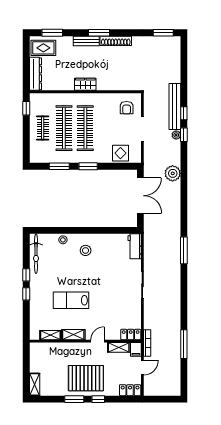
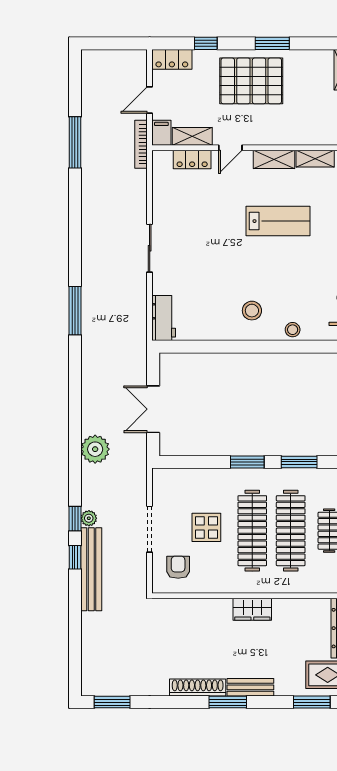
display table: (120, 153) -> (206, 527), moved
double door: (140, 196) -> (153, 409), width x0.73
locker: (131, 334) -> (192, 159), moved
window: (98, 399) -> (206, 43), moved

